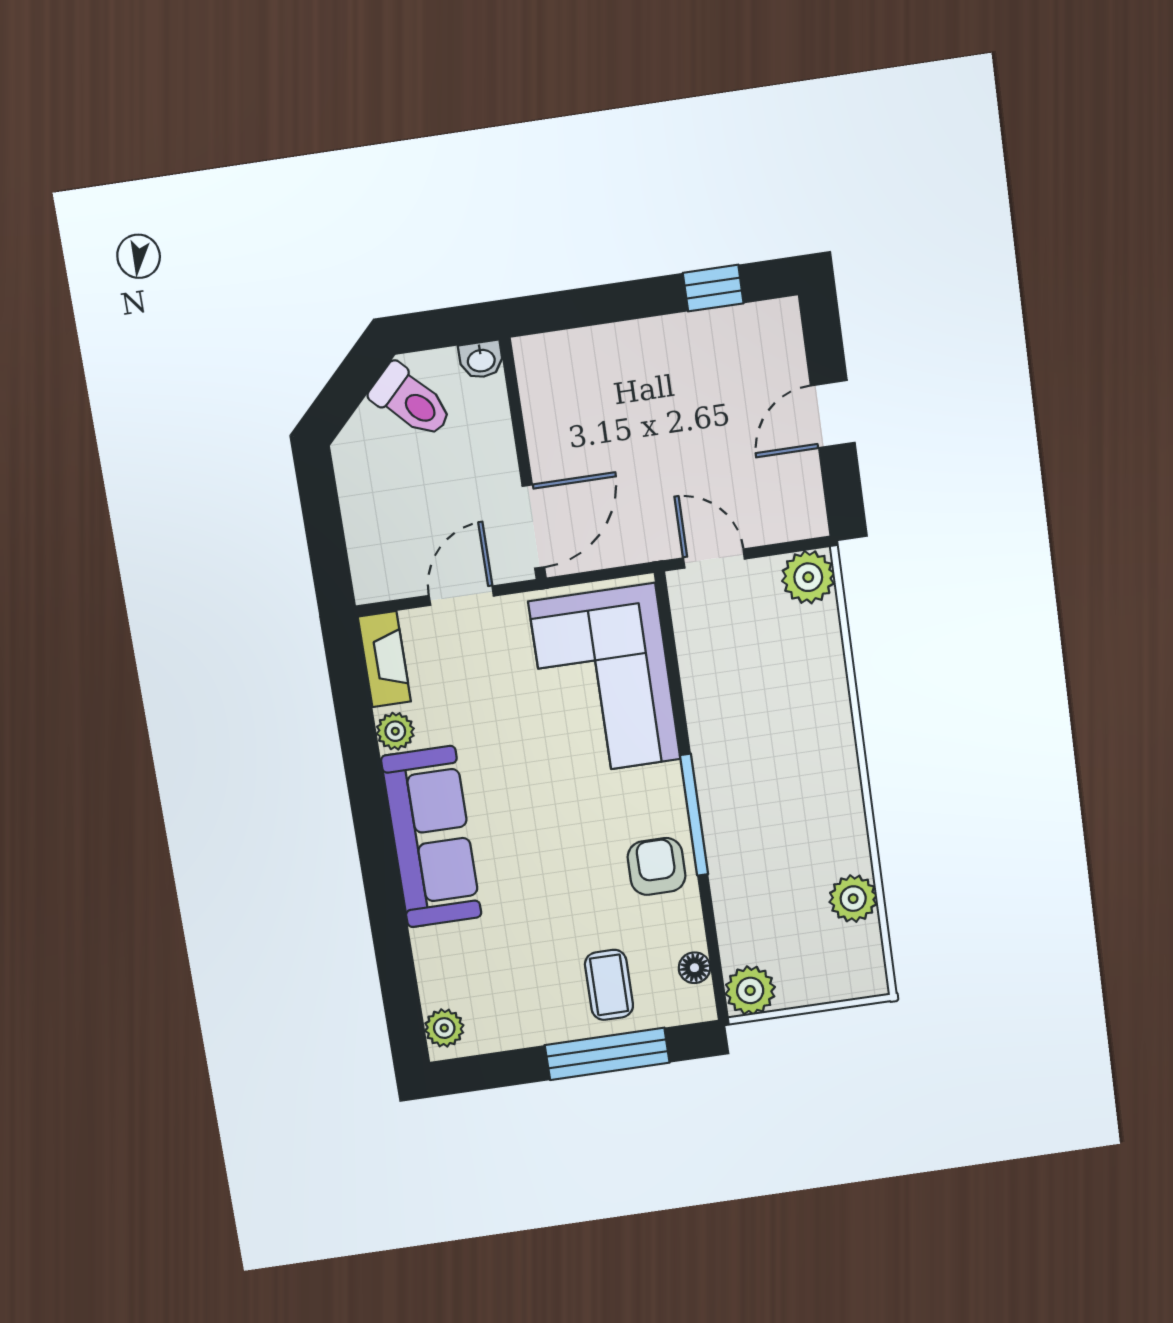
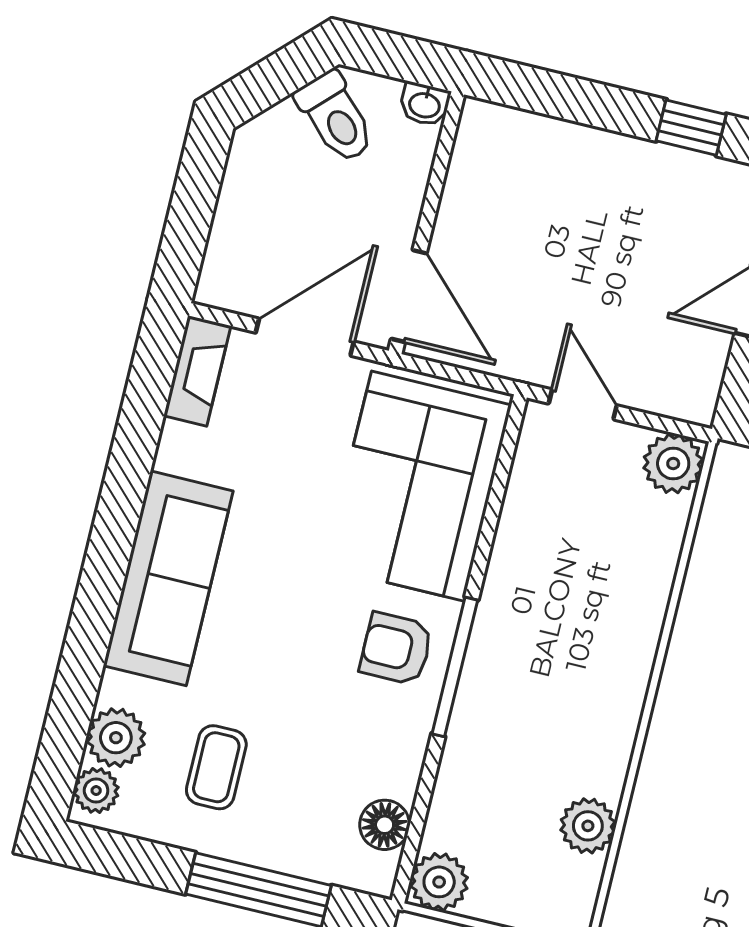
door: (533, 527) -> (409, 296), hinge flipped
door: (461, 596) -> (305, 337), width x1.38
plant: (395, 731) -> (116, 738), moved, width x1.38, depth x1.38
armchair: (657, 866) -> (396, 649), moved, turned -90
floor lamp: (695, 968) -> (385, 825), width x1.37, depth x1.37
coffee table: (609, 985) -> (216, 767), moved

